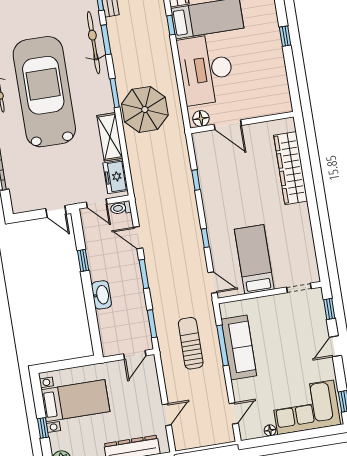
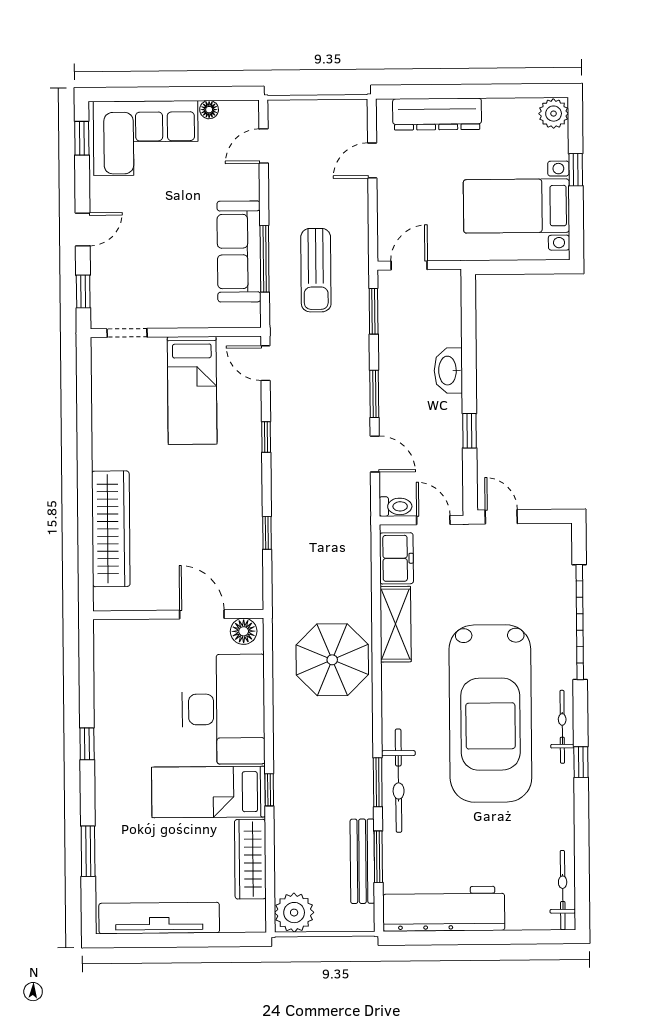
window: (115, 93) -> (377, 694), removed

